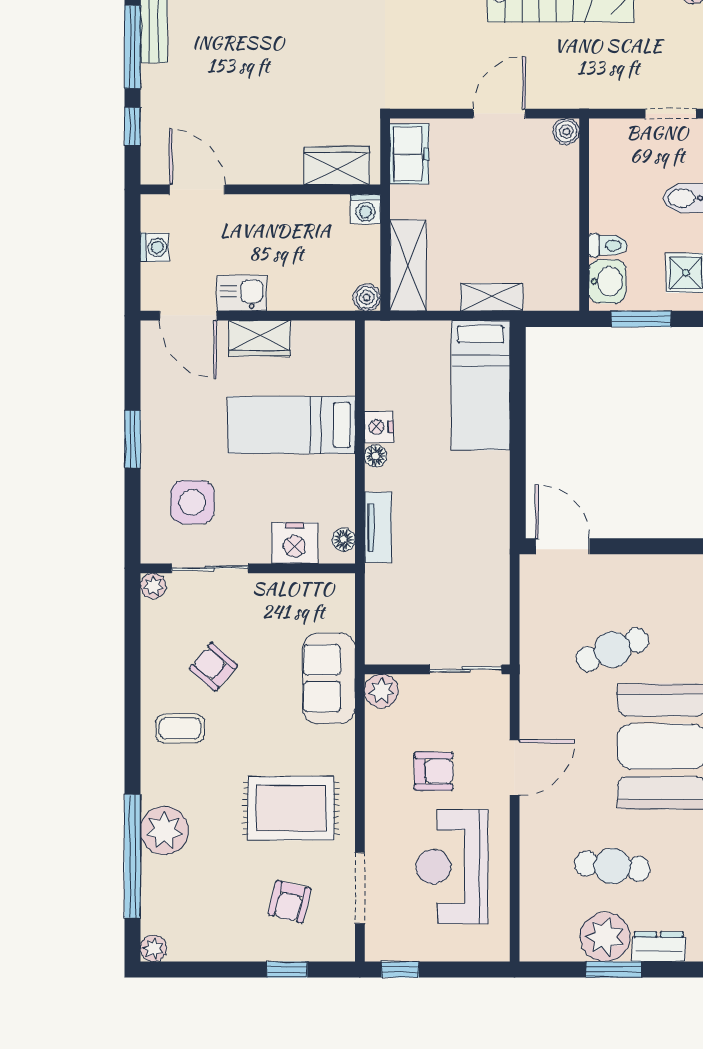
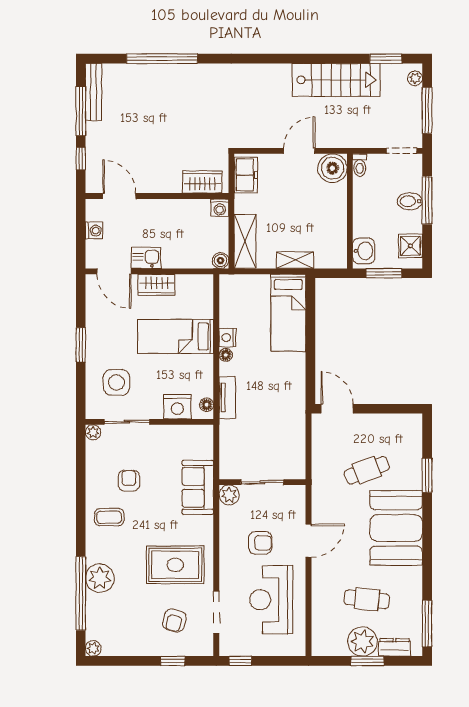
boiler: (566, 131) -> (333, 168), width x1.86, depth x1.86
toilet: (608, 245) -> (360, 165), moved, turned 90
armchair: (213, 667) -> (129, 481), turned 49
sliding door: (466, 669) -> (262, 482), moved

